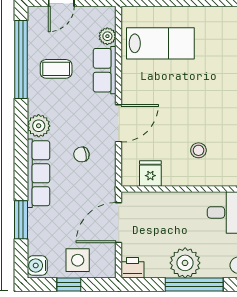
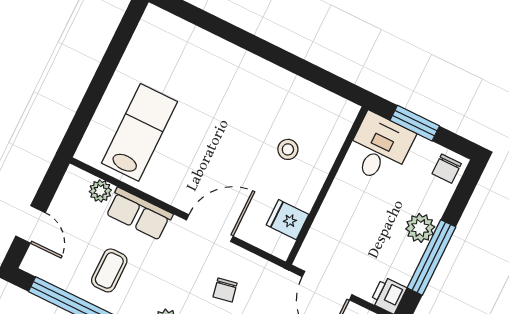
door: (119, 123) -> (210, 228), hinge flipped
plant: (185, 263) -> (420, 228), width x0.73, depth x0.73
window: (194, 285) -> (431, 257), moved

